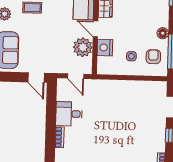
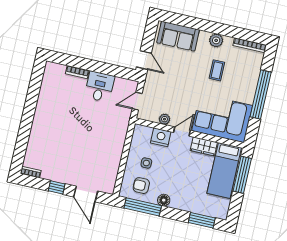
plant: (83, 47) -> (164, 119), width x0.53, depth x0.53
armchair: (153, 57) -> (141, 186), turned 180
door: (36, 78) -> (144, 60), swing flipped

